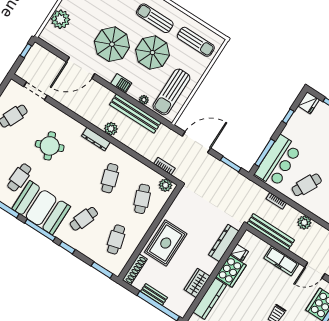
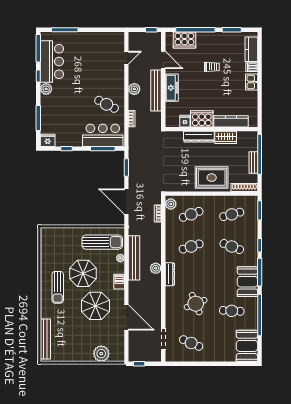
sun lounger: (196, 42) -> (56, 248), removed
booth: (41, 208) -> (247, 282), width x0.73, depth x0.70
bench: (271, 232) -> (156, 91), moved
dresser: (224, 243) -> (199, 137), moved

